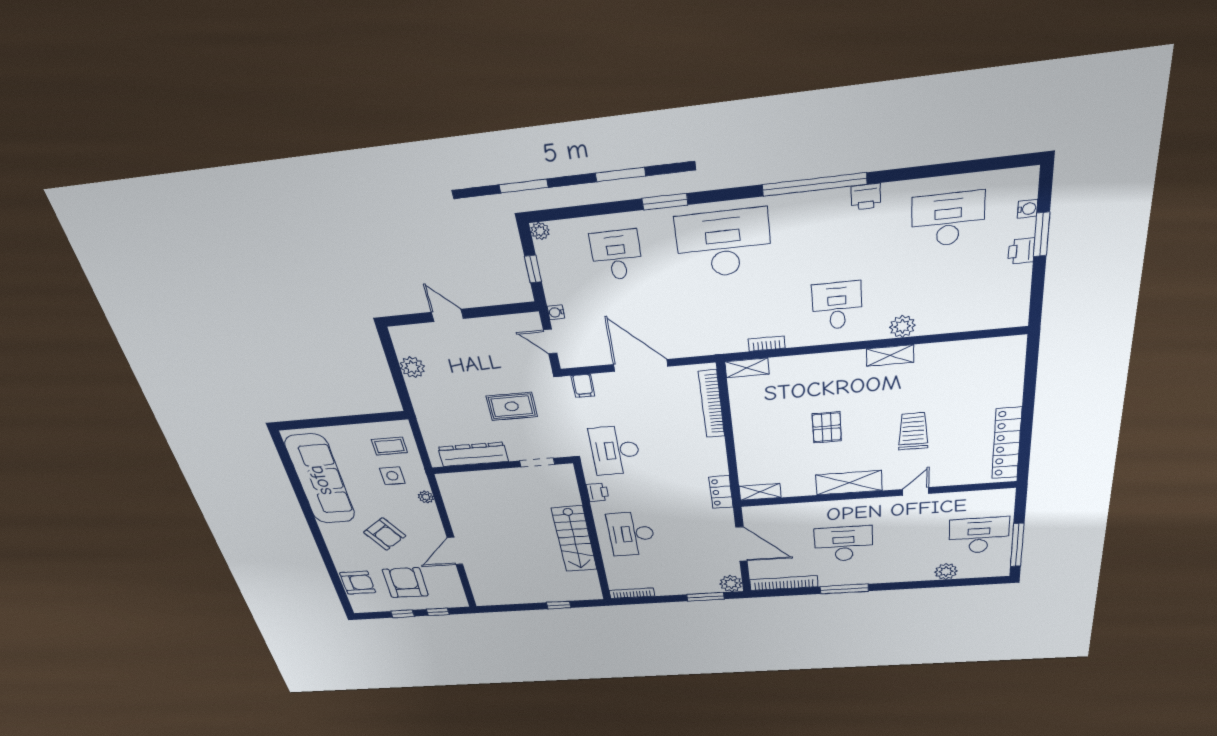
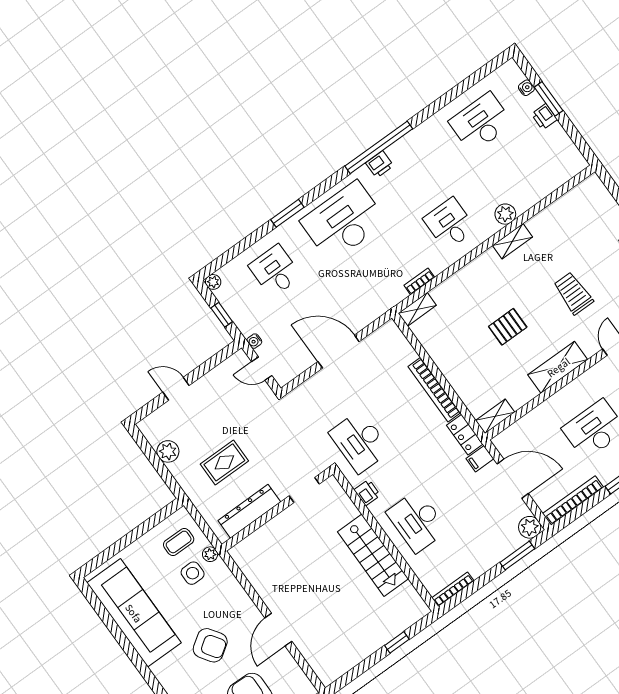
printer: (866, 197) -> (380, 164), moved
filing cabinet: (583, 386) -> (480, 459), moved, turned 90
bookcase: (712, 404) -> (434, 390), moved
rug: (512, 406) -> (224, 462), moved
pallet: (827, 427) -> (508, 327), turned 90
plant: (426, 497) -> (210, 554), moved

